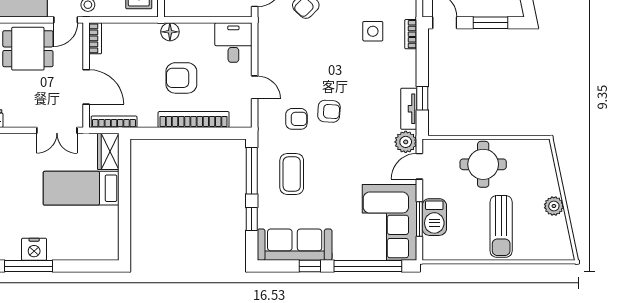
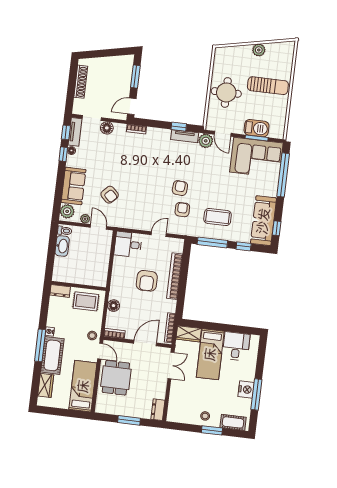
side table: (373, 31) -> (132, 153), removed
floor lamp: (170, 32) -> (114, 306), moved
desk: (98, 226) -> (236, 346), added
window: (310, 266) -> (277, 228), moved

